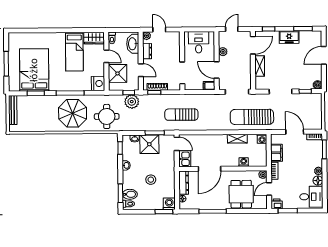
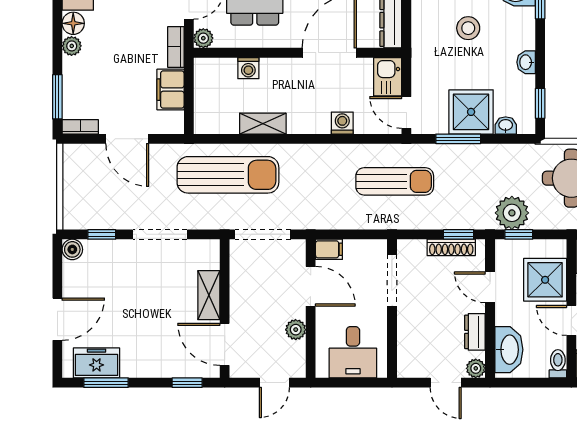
freezer: (289, 37) -> (97, 363), moved
door: (253, 45) -> (225, 344), hinge flipped
washing machine: (262, 139) -> (342, 123), moved

